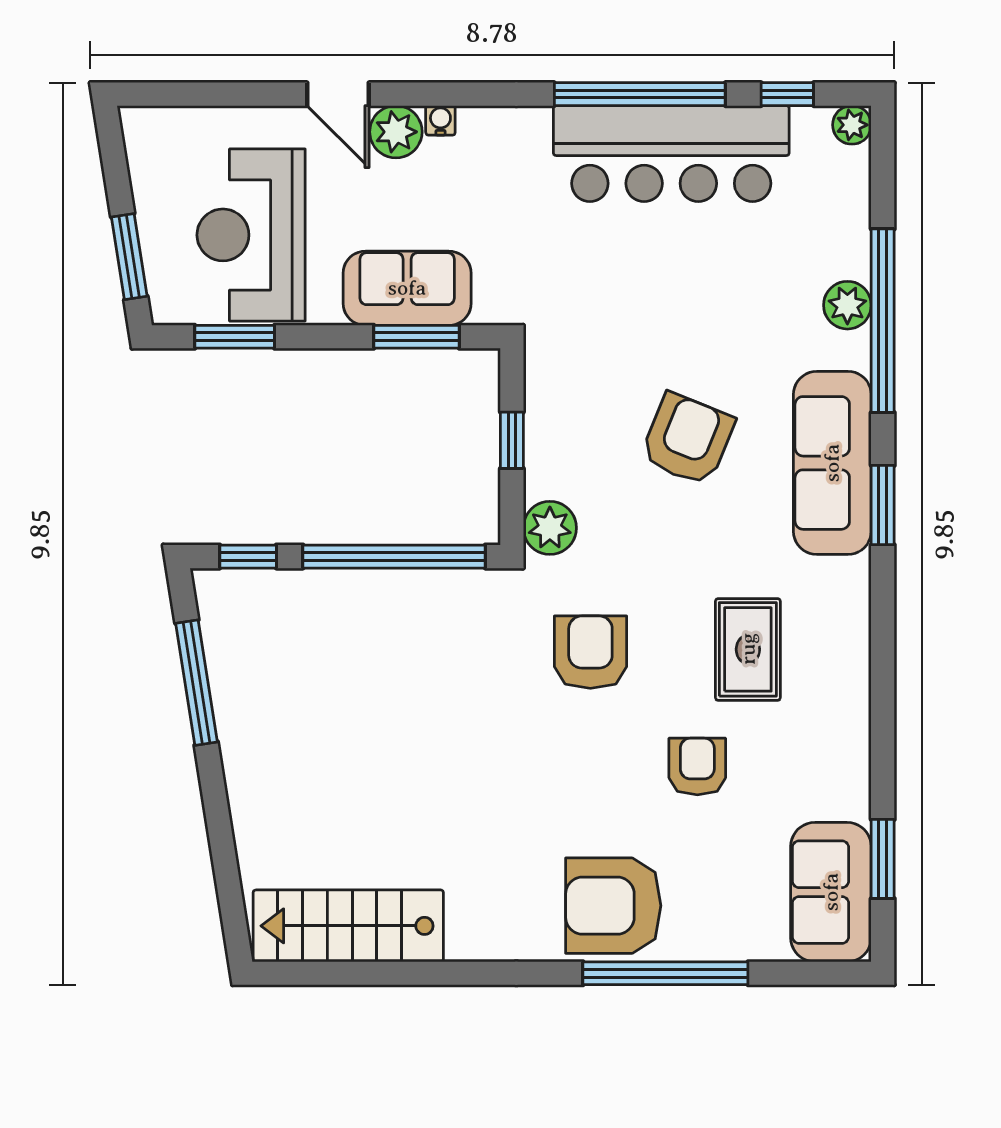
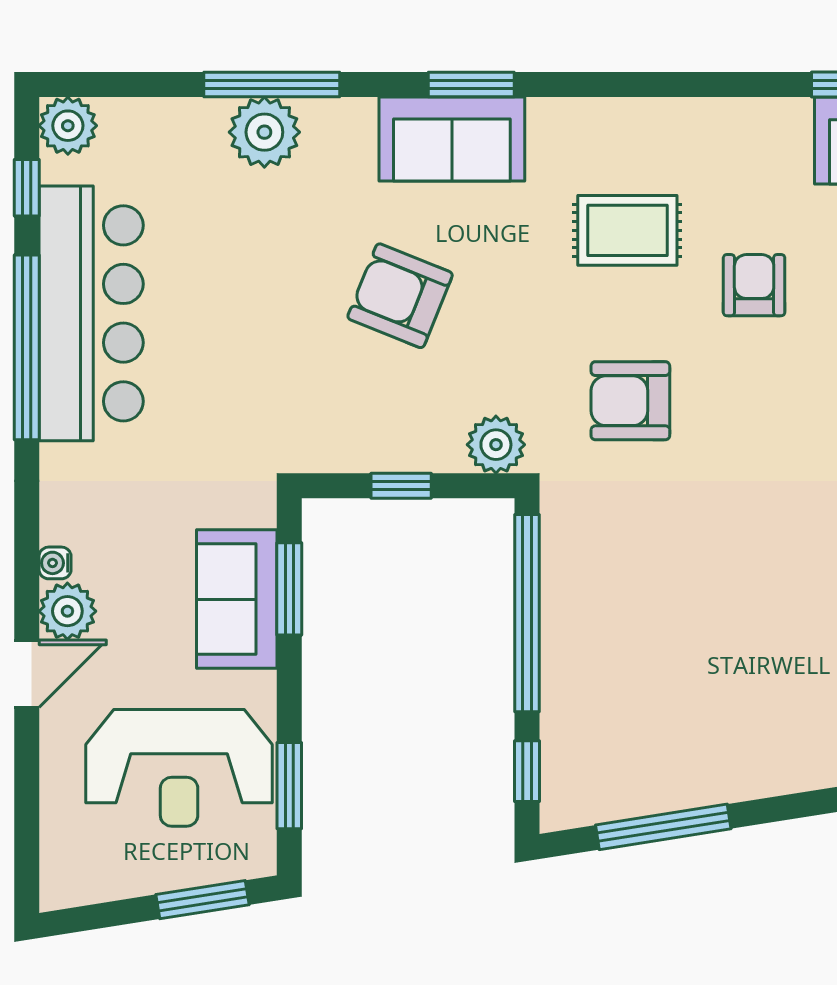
plant: (852, 125) -> (68, 126), width x1.38, depth x1.38
plant: (847, 305) -> (264, 132), width x1.36, depth x1.36
window: (883, 321) -> (272, 85), width x0.68
sofa: (832, 463) -> (452, 139), width x0.73
armchair: (697, 766) -> (754, 285), turned 90

